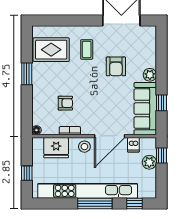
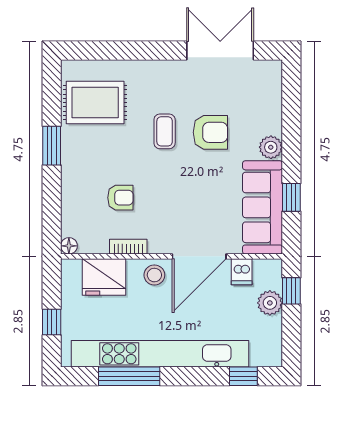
coffee table: (87, 49) -> (165, 131), moved
armchair: (116, 66) -> (210, 132), turned -90
window: (95, 203) -> (129, 376), moved

